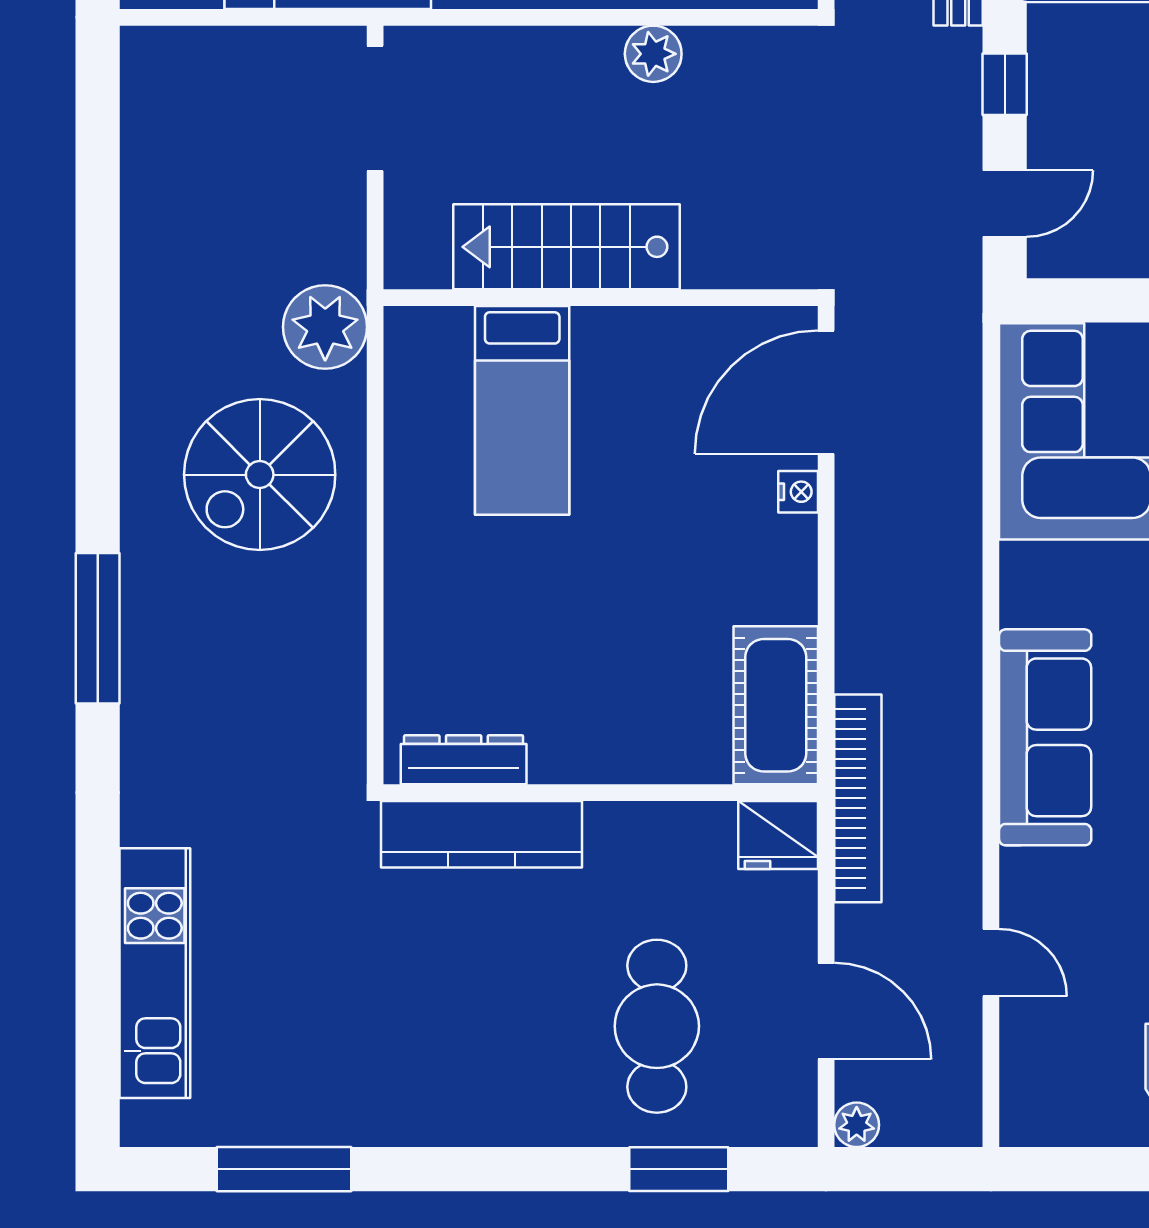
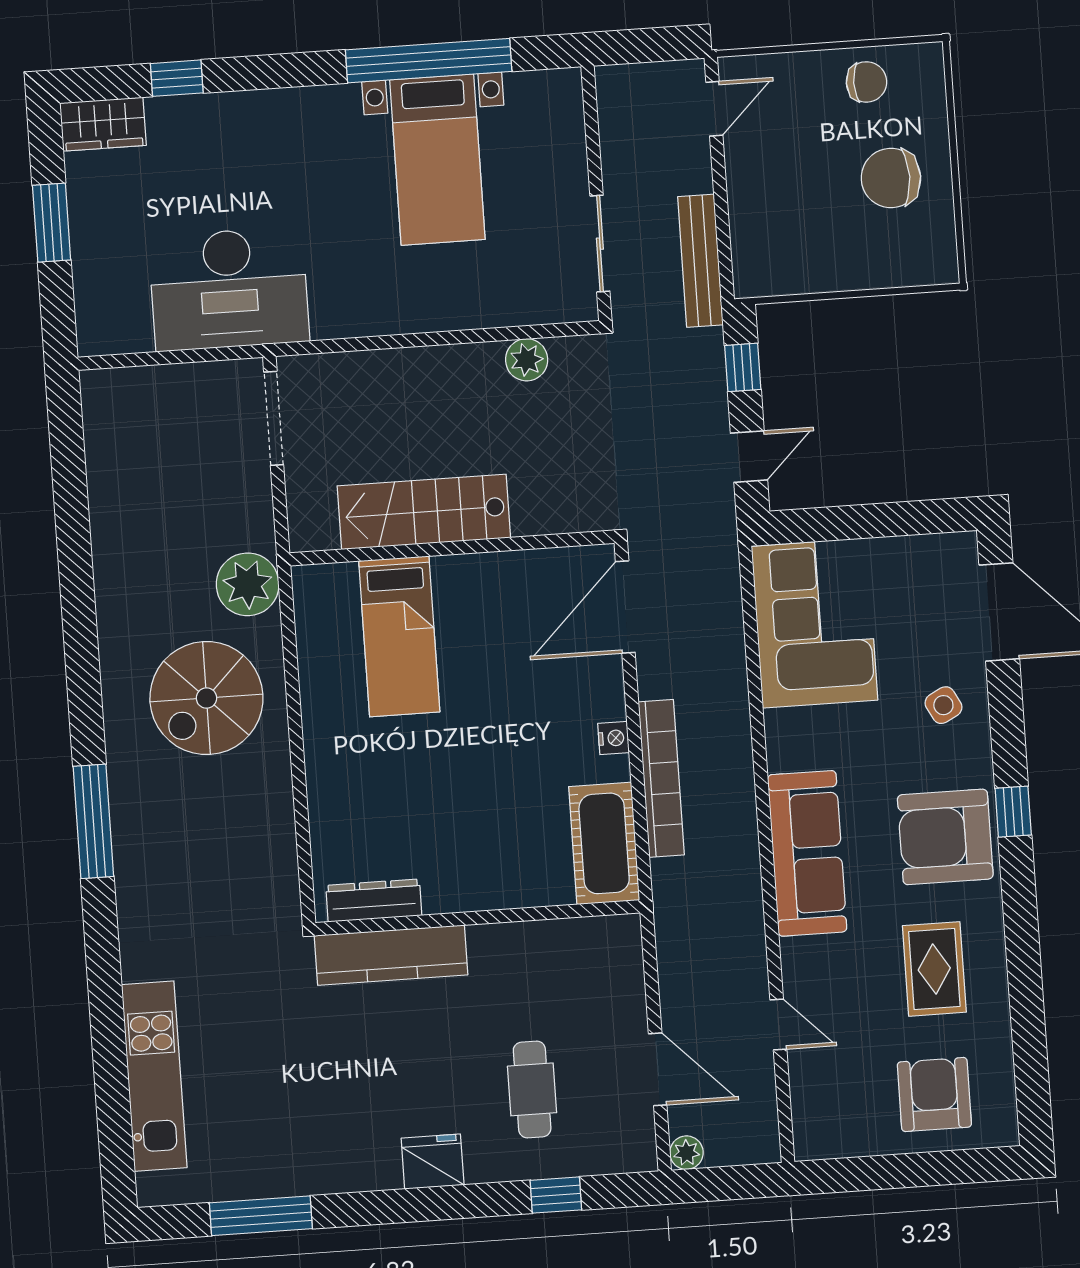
plant: (653, 54) -> (527, 360), moved
nightstand: (798, 492) -> (613, 738), moved
bookcase: (858, 798) -> (661, 778), moved
fridge: (778, 835) -> (433, 1162), moved, turned 180
cafe table: (657, 1026) -> (532, 1089), width x0.73, depth x0.74
window: (679, 1169) -> (556, 1195), width x0.67

